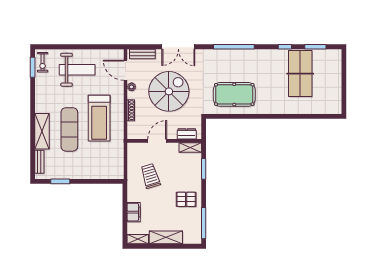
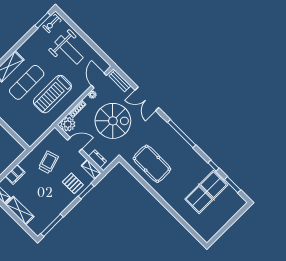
plant: (135, 130) -> (68, 124), added
pallet: (186, 199) -> (73, 183), moved

